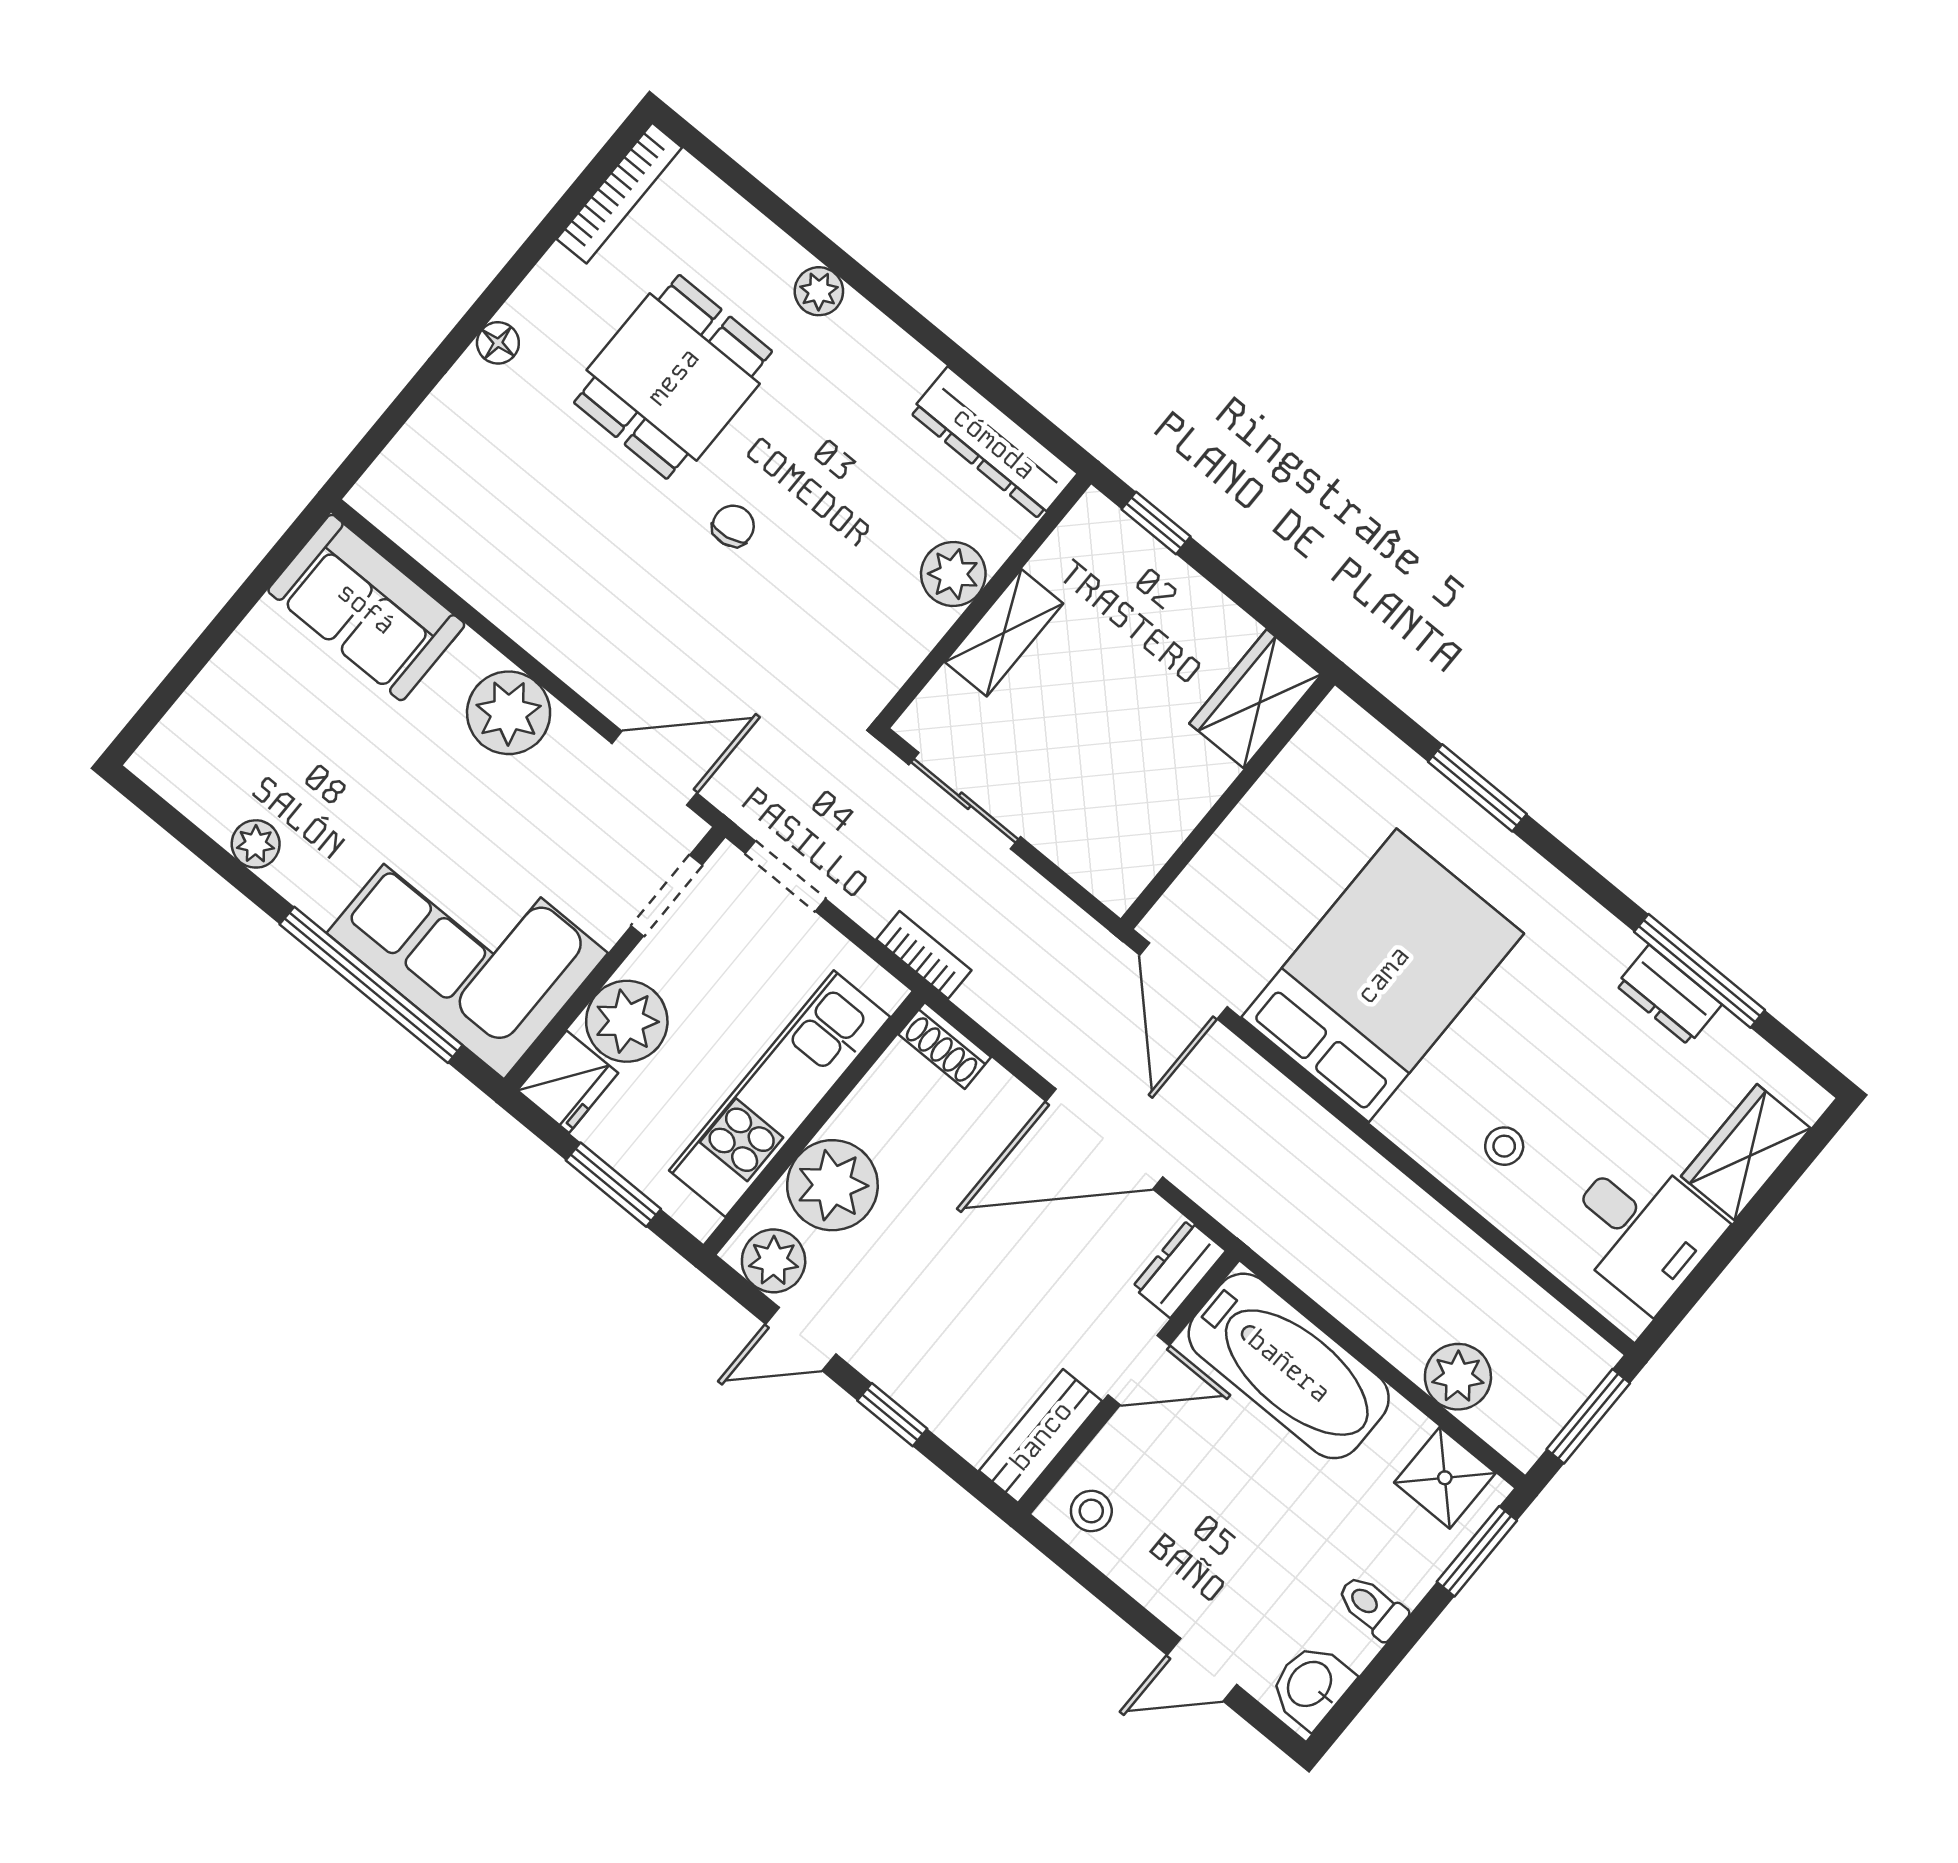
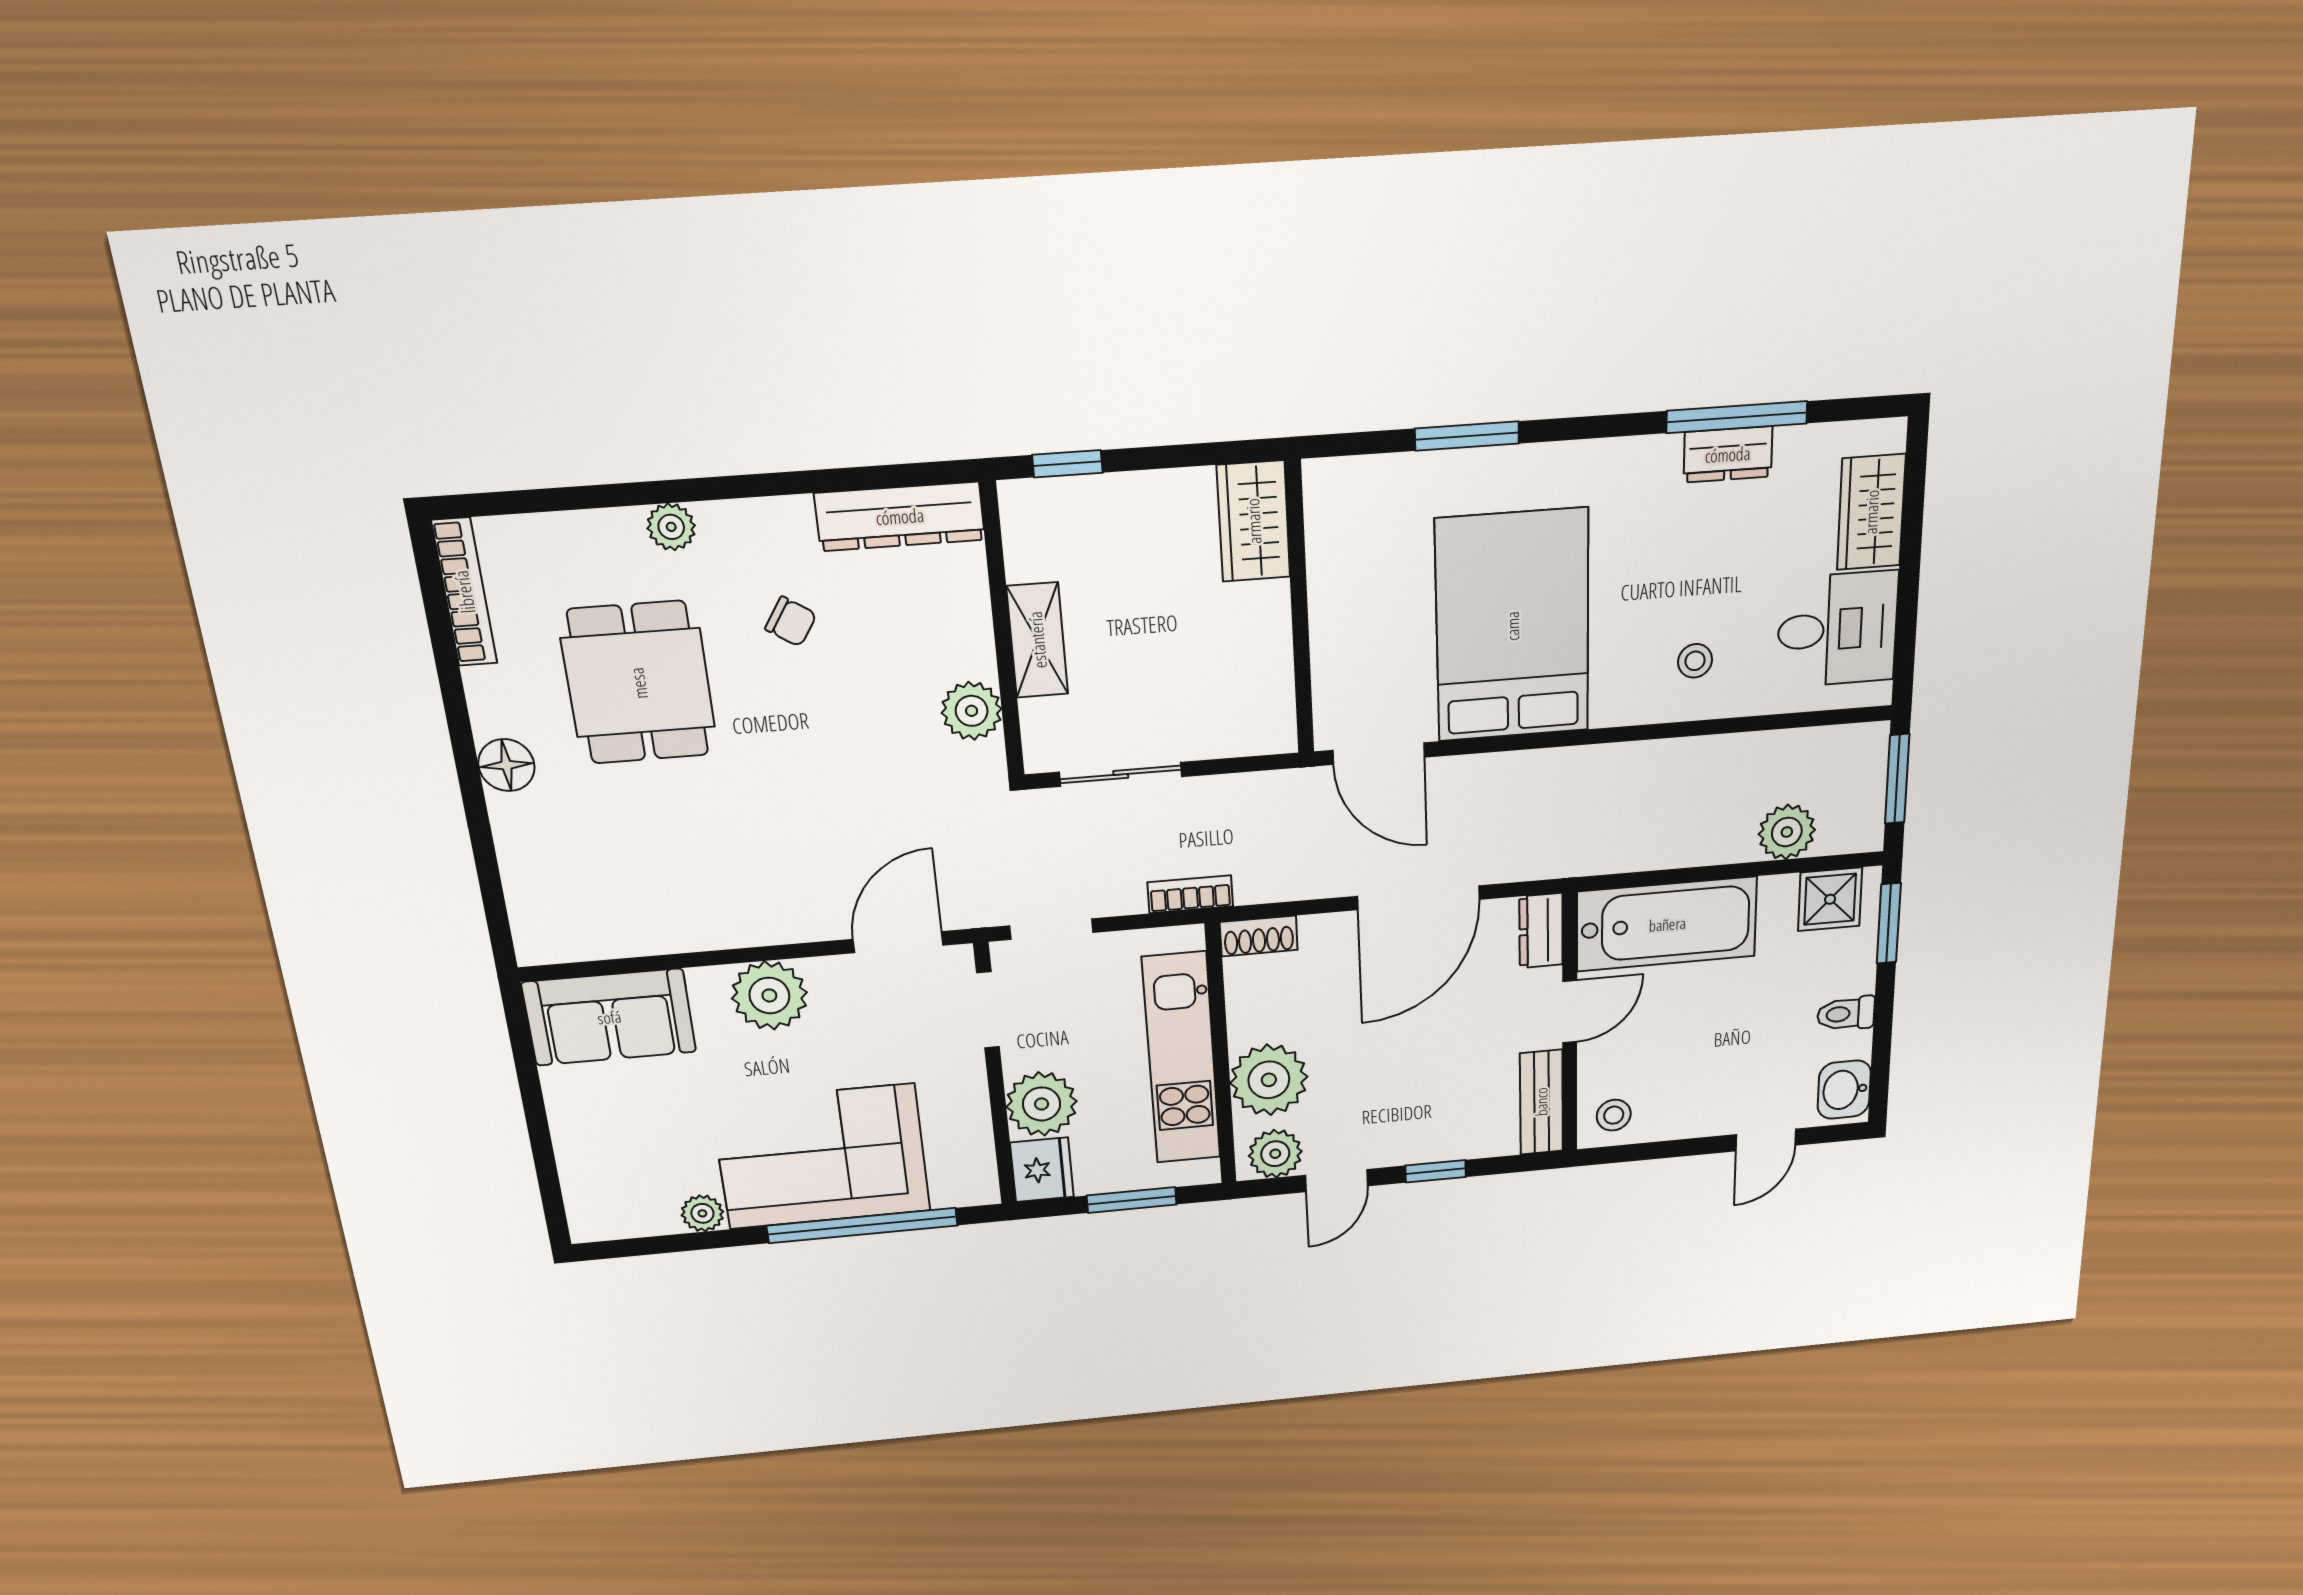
floor lamp: (498, 343) -> (506, 765), width x1.37, depth x1.37
chair: (733, 526) -> (791, 622), moved, turned 133
plant: (953, 574) -> (972, 711), moved
corner sofa: (467, 943) -> (822, 1157), moved

